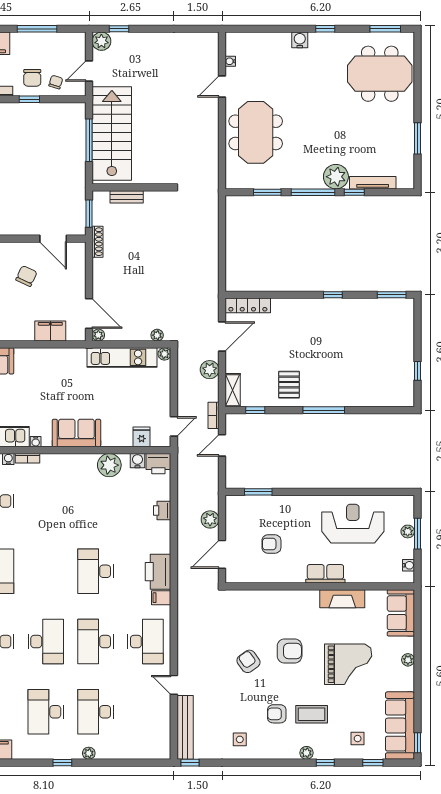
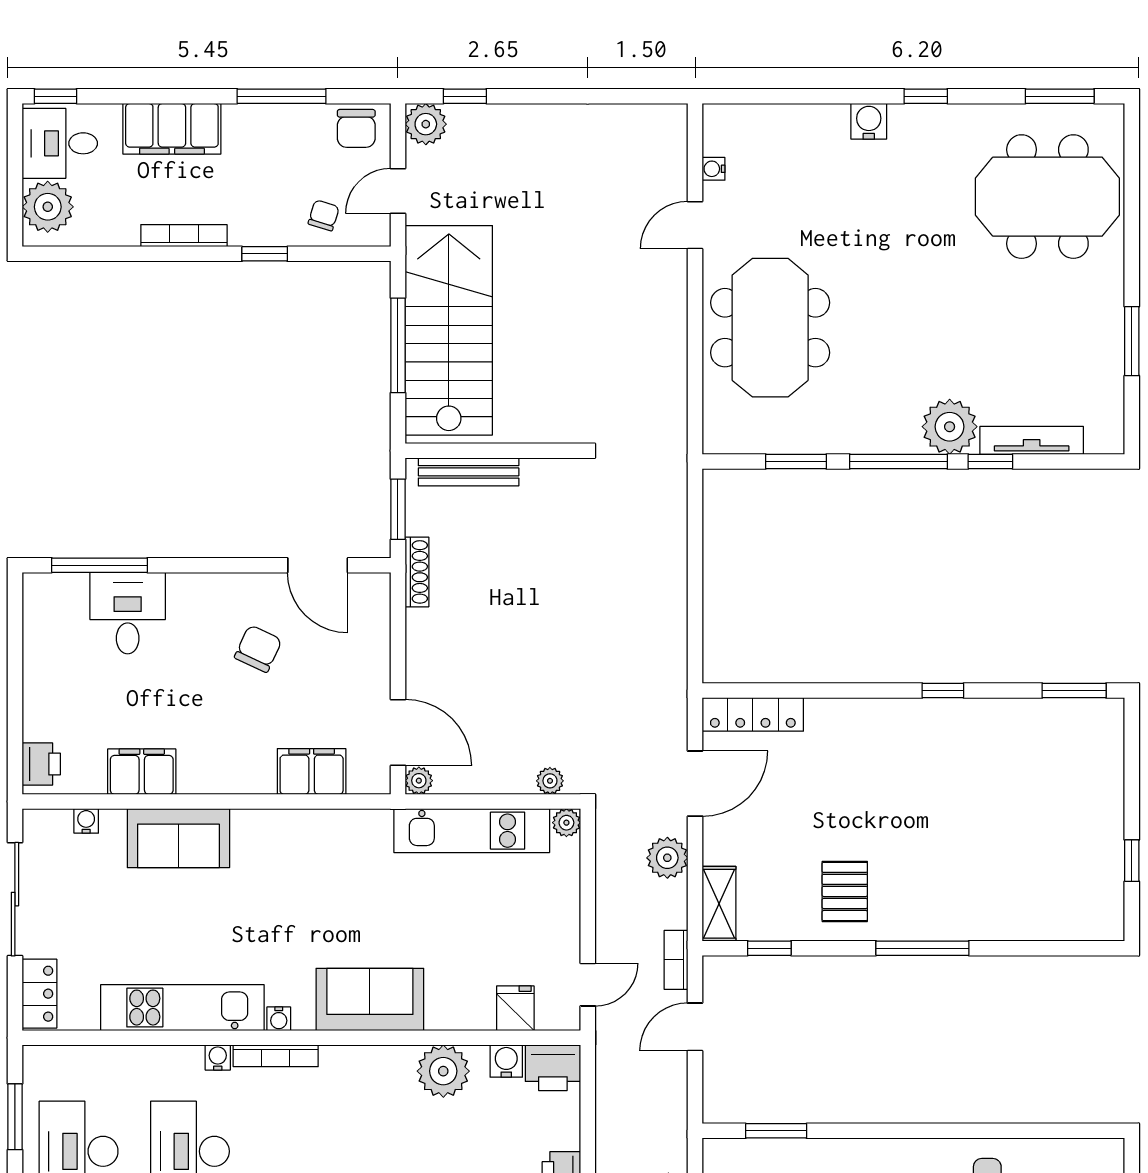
chair: (32, 78) -> (356, 128), moved
bench: (127, 197) -> (469, 472), width x1.36
bookcase: (27, 458) -> (276, 1056), width x1.56

